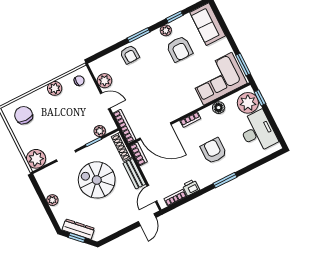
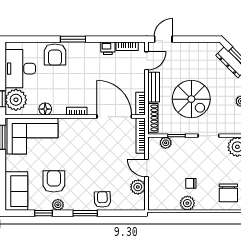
chair: (79, 81) -> (191, 183), moved
armchair: (214, 151) -> (55, 55), moved

